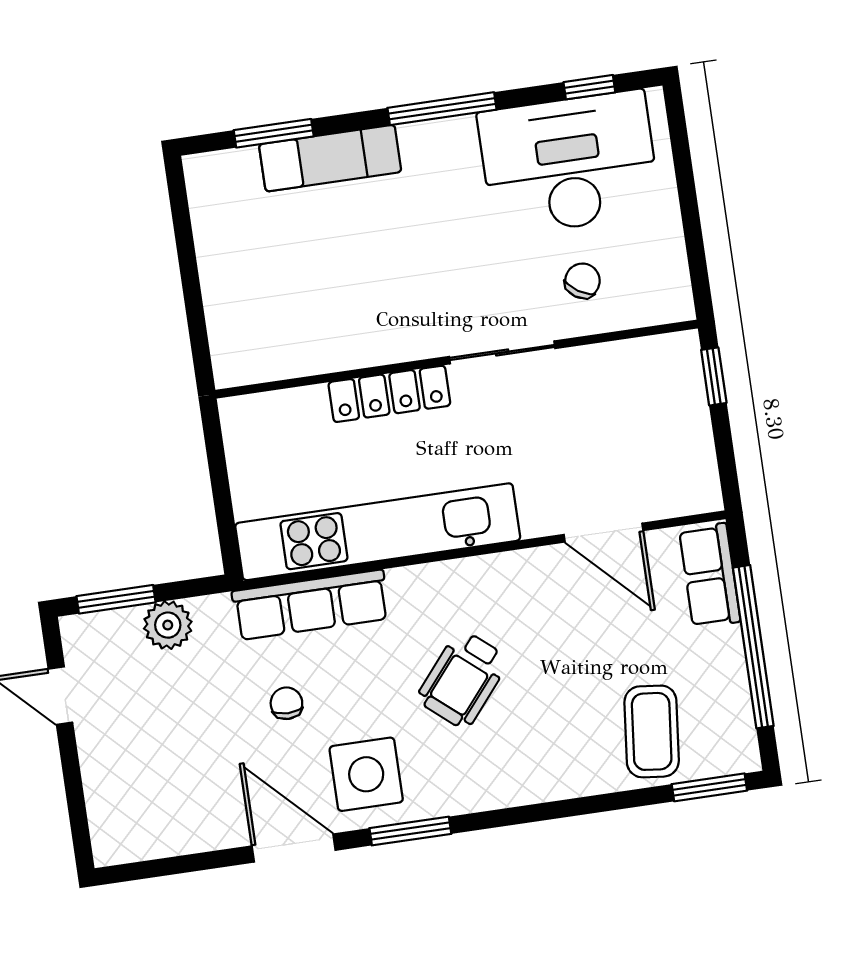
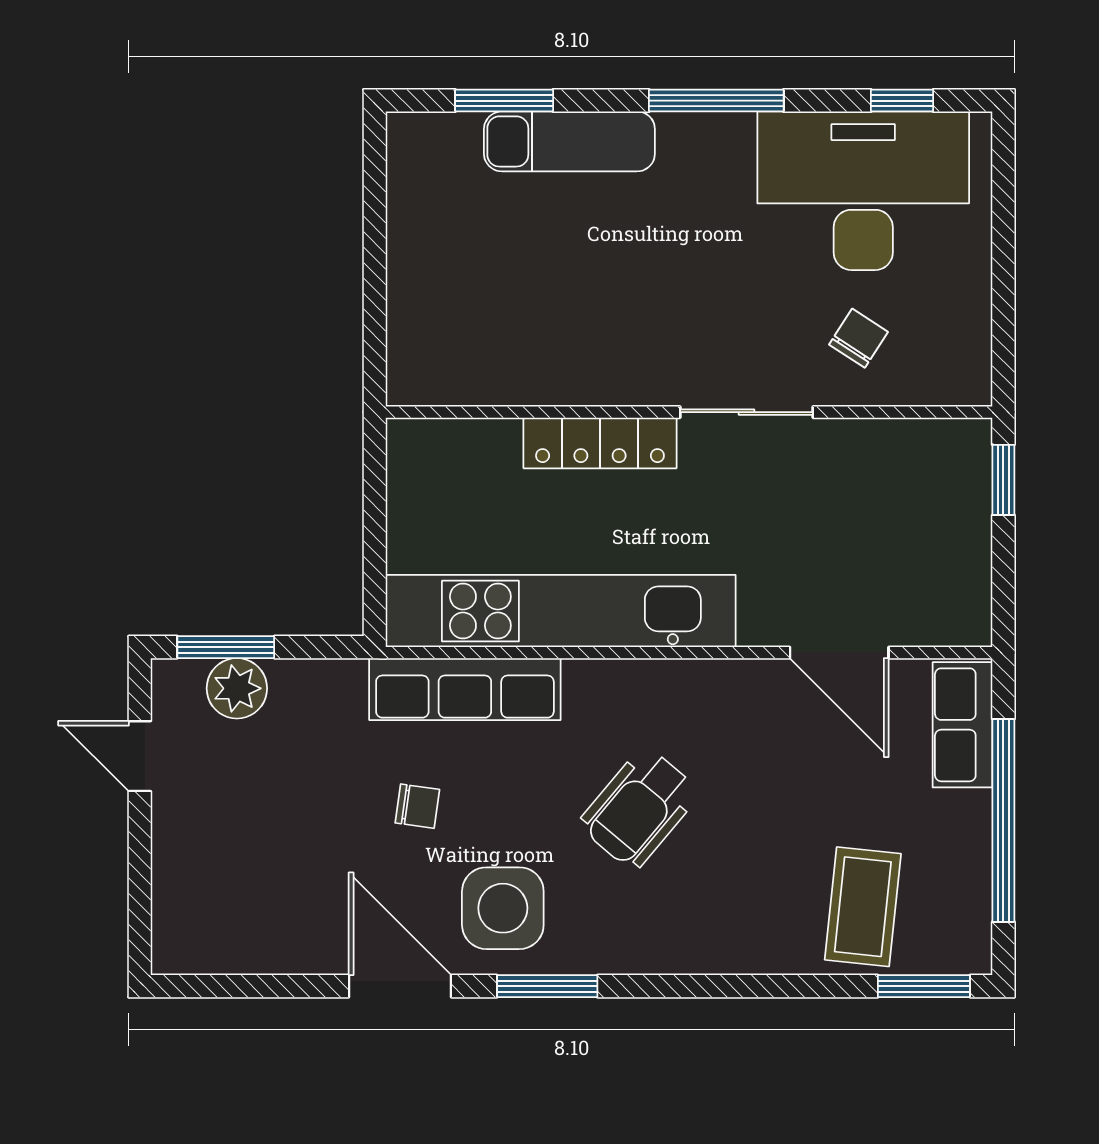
plant: (168, 625) -> (237, 688), moved
chair: (286, 703) -> (417, 806), turned 98

